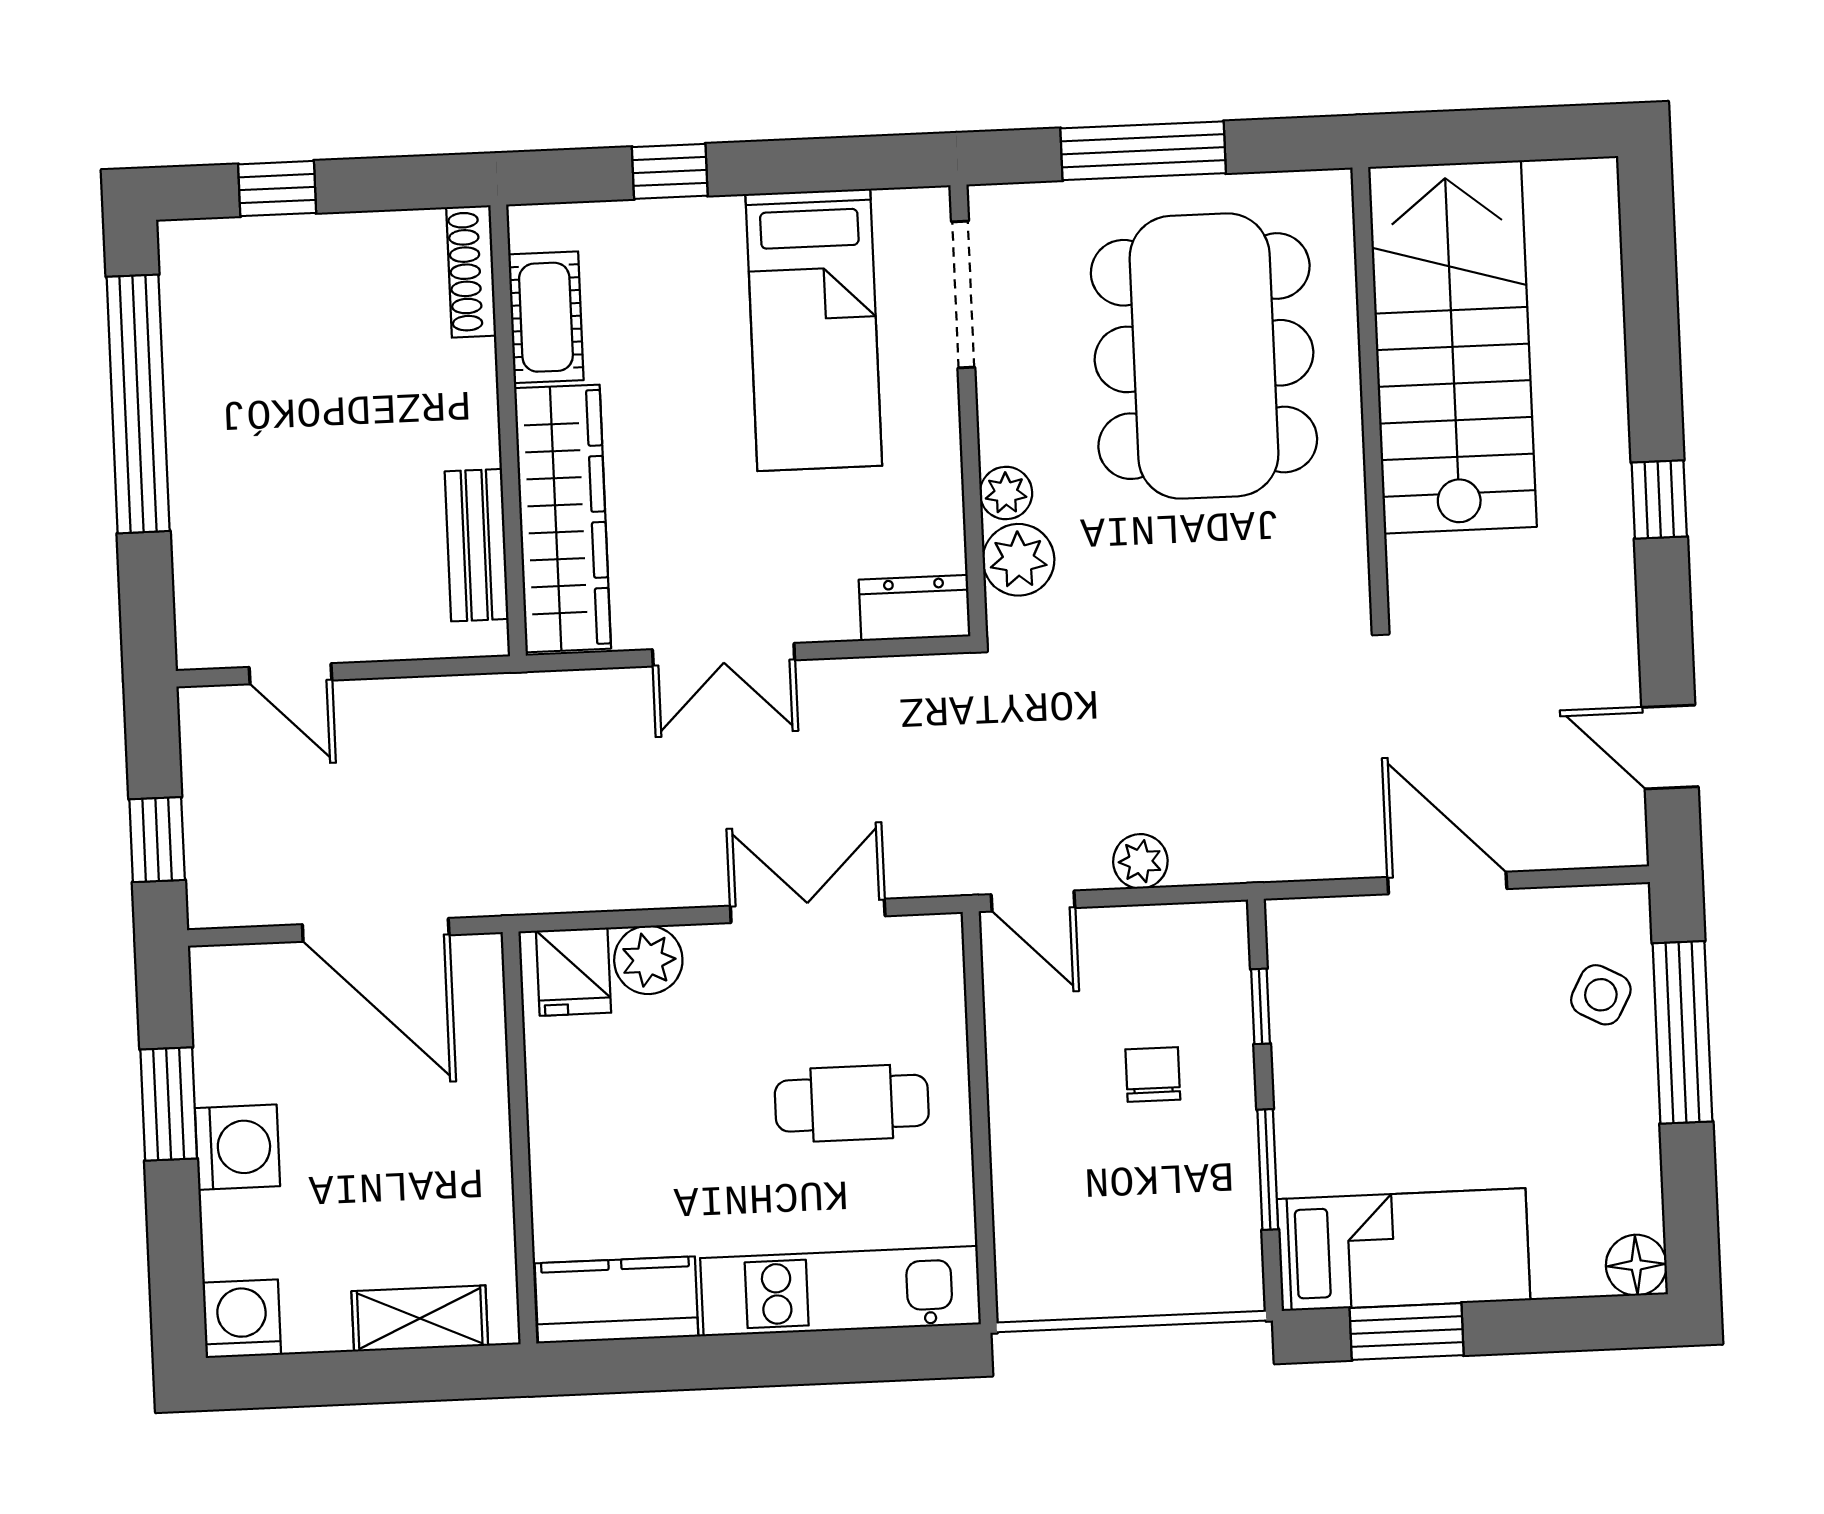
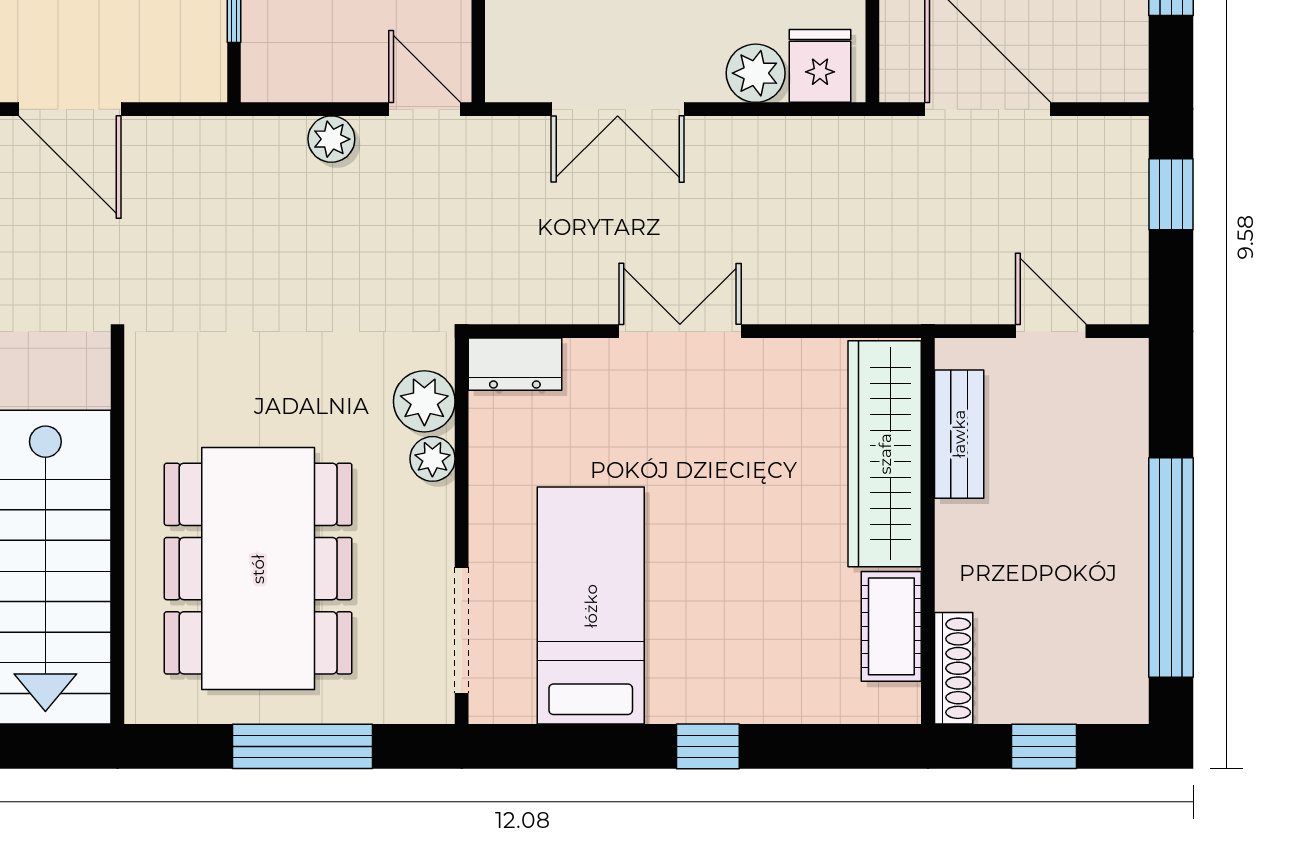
shoe rack: (471, 271) -> (954, 668), moved
cot: (546, 317) -> (891, 626), moved
wall: (508, 430) -> (928, 531), moved
wardrobe: (563, 518) -> (885, 454), moved
bench: (477, 545) -> (959, 434), moved

